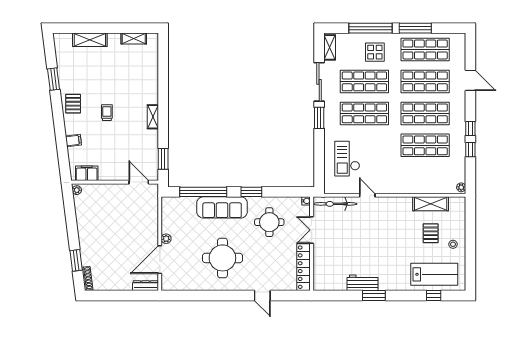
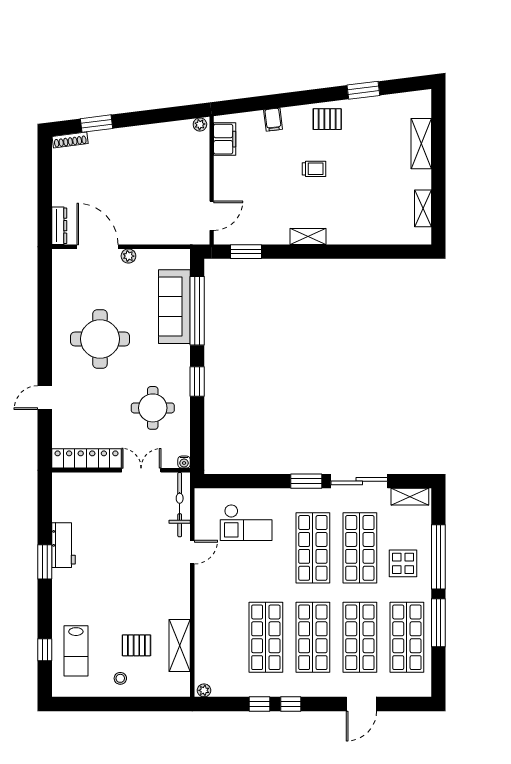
checkout: (347, 159) -> (246, 523), turned 180
sofa: (222, 207) -> (174, 307), moved
lab bench: (434, 274) -> (76, 651), width x0.73, depth x0.72

